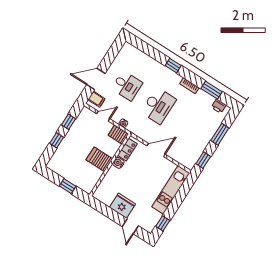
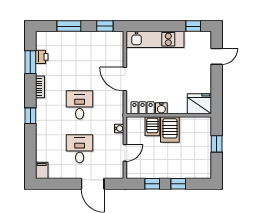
filing cabinet: (96, 99) -> (42, 170), moved
desk: (158, 106) -> (80, 105), width x0.73
printer: (219, 106) -> (42, 57), moved
door: (103, 116) -> (125, 153), swing flipped
server rack: (118, 135) -> (152, 126), moved
fridge: (122, 206) -> (199, 104), moved, turned 90

